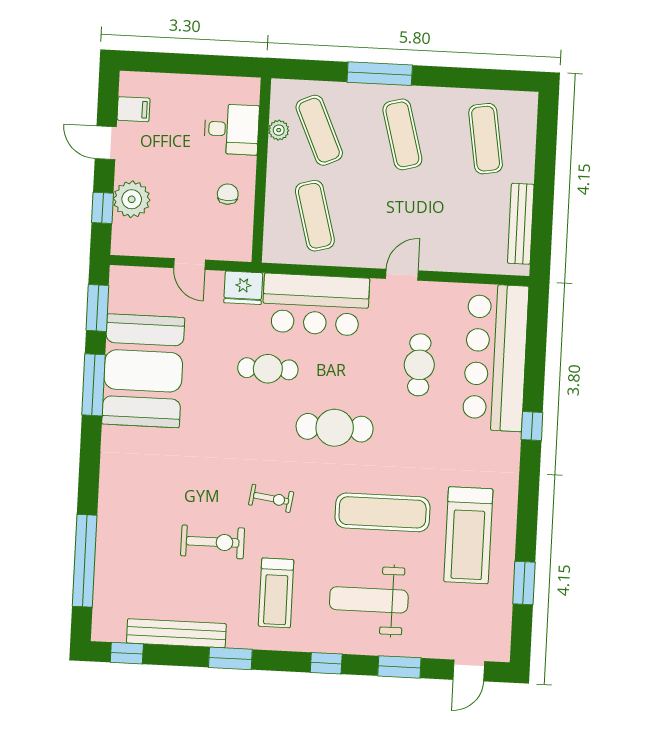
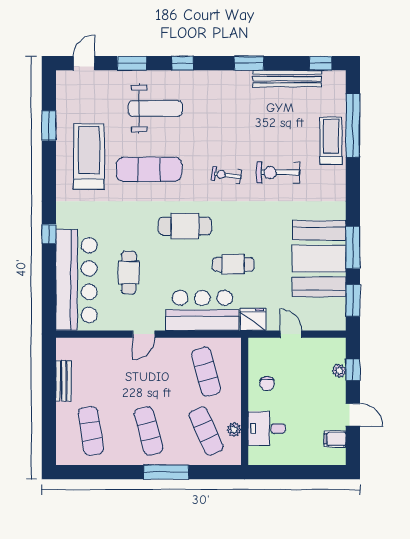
plant: (132, 199) -> (339, 371), width x0.53, depth x0.53
bench: (521, 224) -> (64, 381), width x0.73
exercise bike: (213, 542) -> (278, 173), moved
treadmill: (276, 593) -> (331, 141), moved

